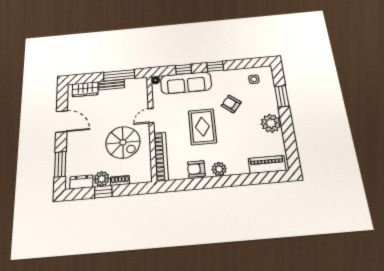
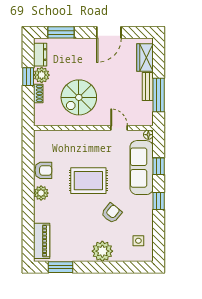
window: (282, 96) -> (60, 267), moved
door: (151, 116) -> (119, 128), moved
plant: (271, 123) -> (102, 251), moved
bookcase: (161, 156) -> (60, 136), removed
armchair: (196, 169) -> (43, 170), turned 90

